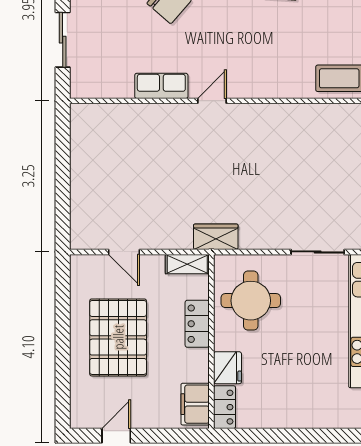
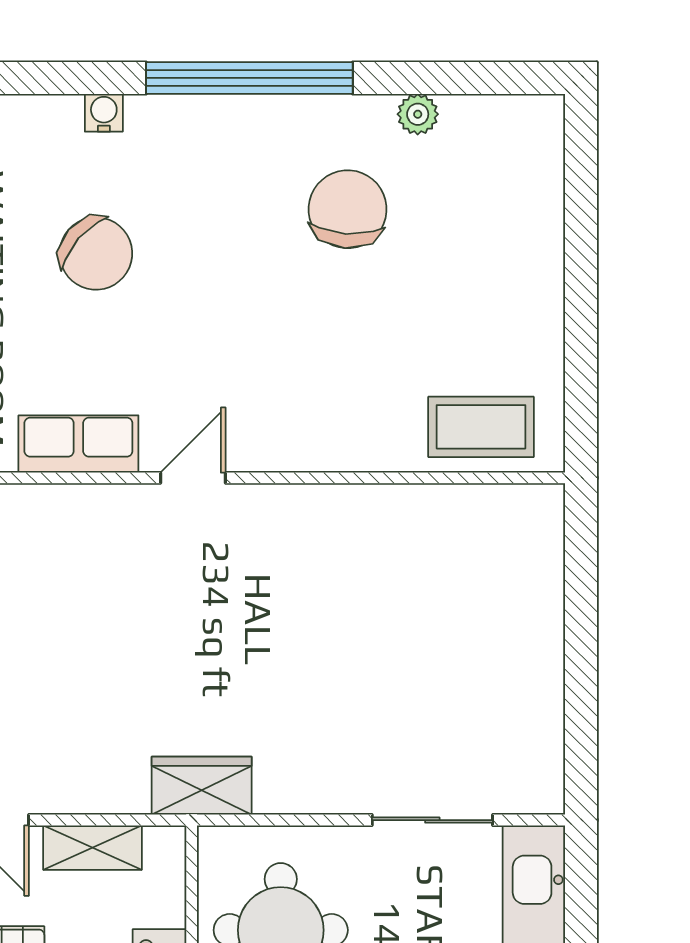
shelving: (187, 264) -> (93, 848), moved

